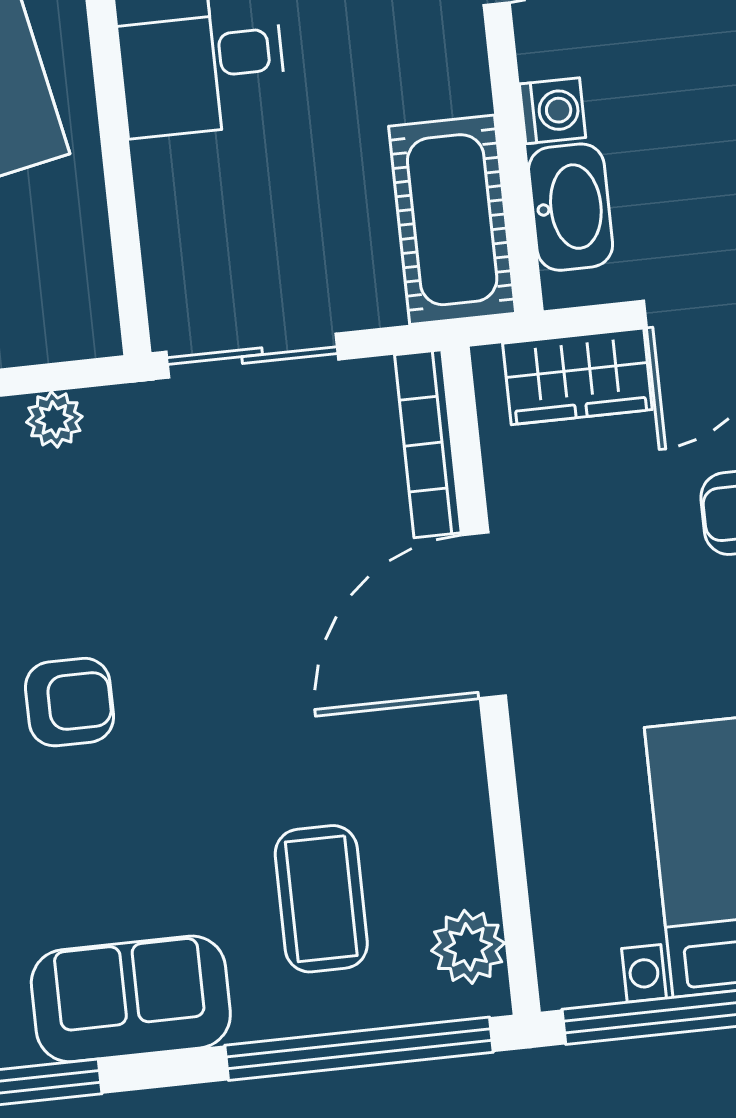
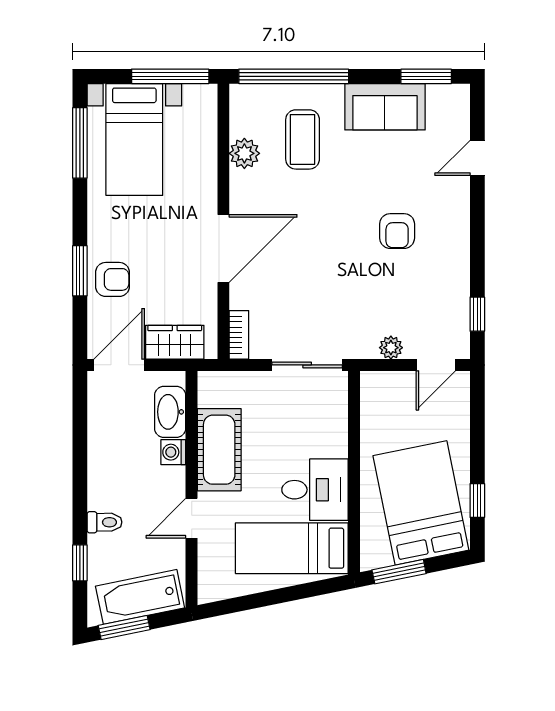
cot: (452, 220) -> (219, 450), moved
bookcase: (428, 444) -> (239, 335), width x0.64
armchair: (69, 702) -> (397, 231), turned -90
plant: (468, 947) -> (244, 153), moved

